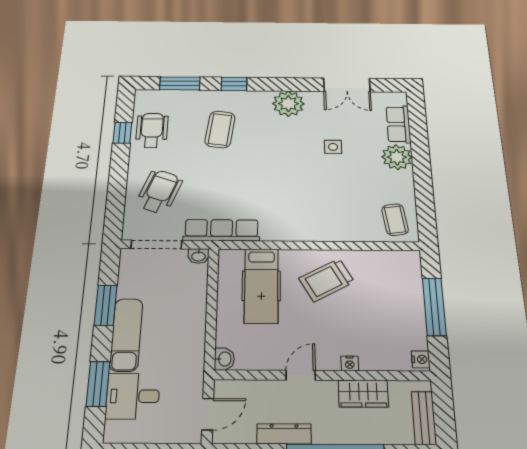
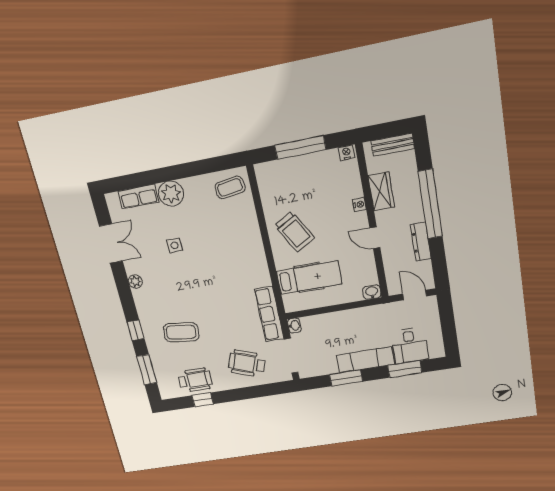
plant: (288, 104) -> (135, 281), width x0.53, depth x0.53
wheelchair: (152, 130) -> (195, 380), turned 180

